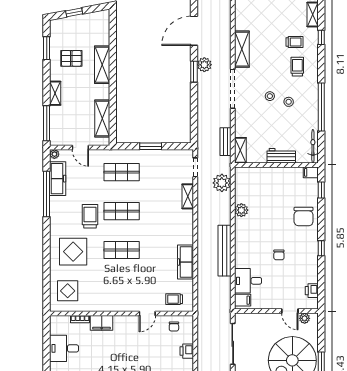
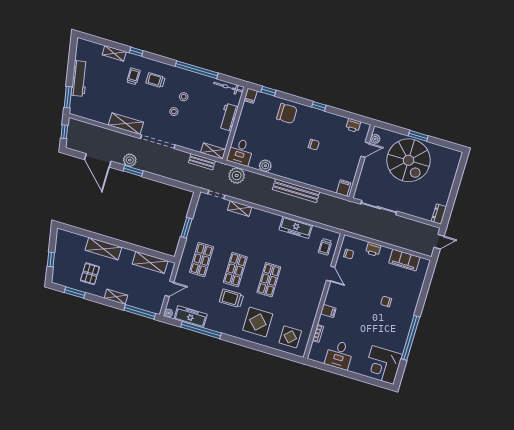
desk: (248, 281) -> (240, 152), moved
filing cabinet: (102, 323) -> (328, 311), width x0.50

